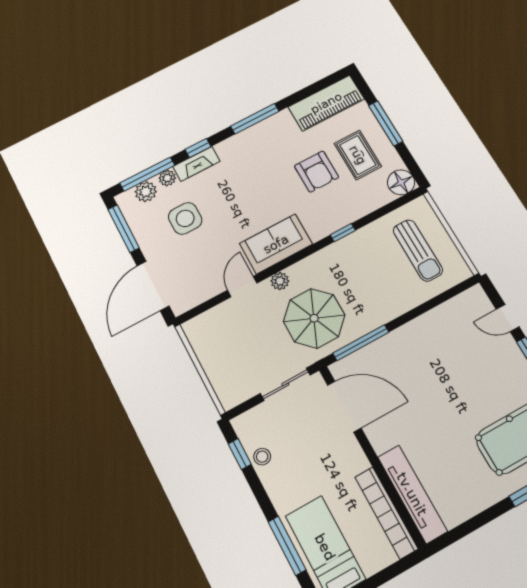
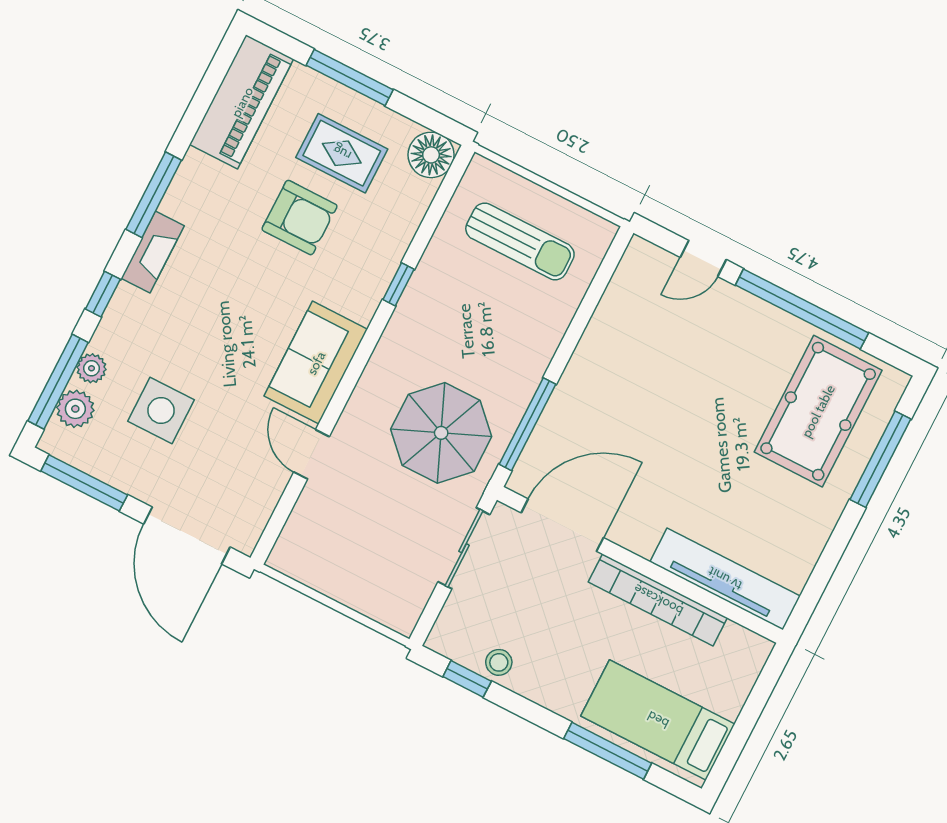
fireplace: (196, 164) -> (153, 252), moved
plant: (280, 281) -> (358, 412), removed
bookcase: (386, 513) -> (658, 600), moved

